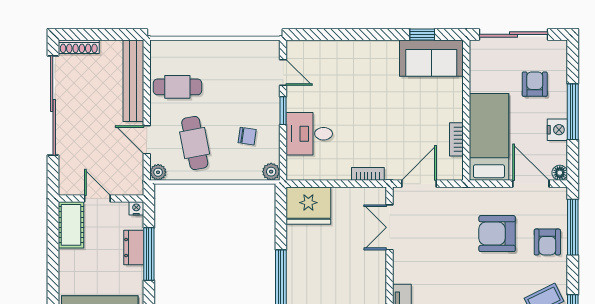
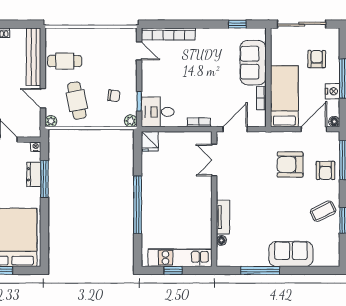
bookcase: (324, 48) -> (168, 34), added
sofa: (431, 58) -> (253, 63), moved, turned 90
window: (283, 111) -> (139, 101), moved
desk: (309, 134) -> (158, 112), moved
door: (531, 184) -> (314, 129), hinge flipped
fridge: (308, 206) -> (150, 141), width x0.53, depth x0.75

